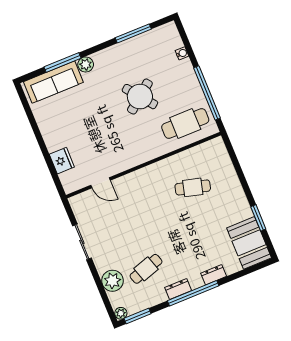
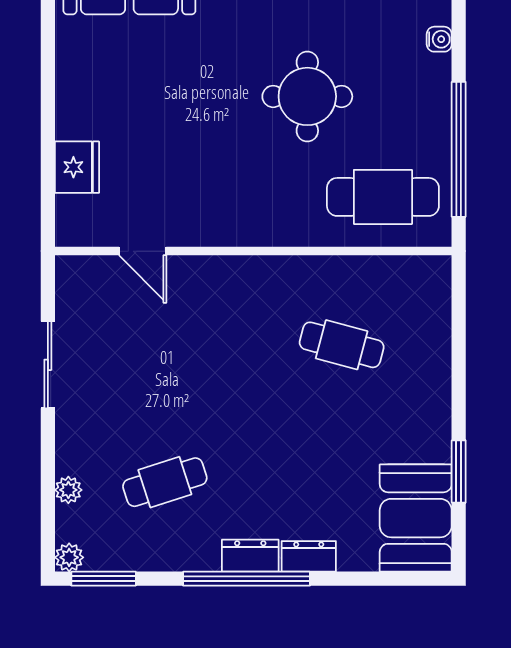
round table: (140, 97) -> (307, 96), turned 38
plant: (112, 281) -> (68, 490), width x0.53, depth x0.53
dresser: (178, 289) -> (250, 556), moved

